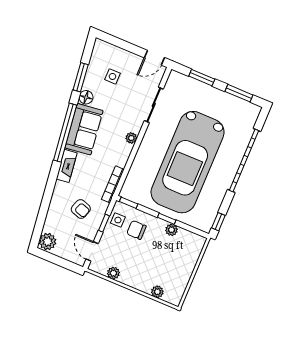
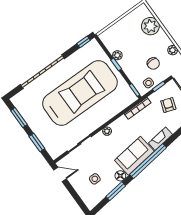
chair: (136, 230) -> (153, 63), moved
plant: (157, 292) -> (150, 26), width x1.87, depth x1.87

